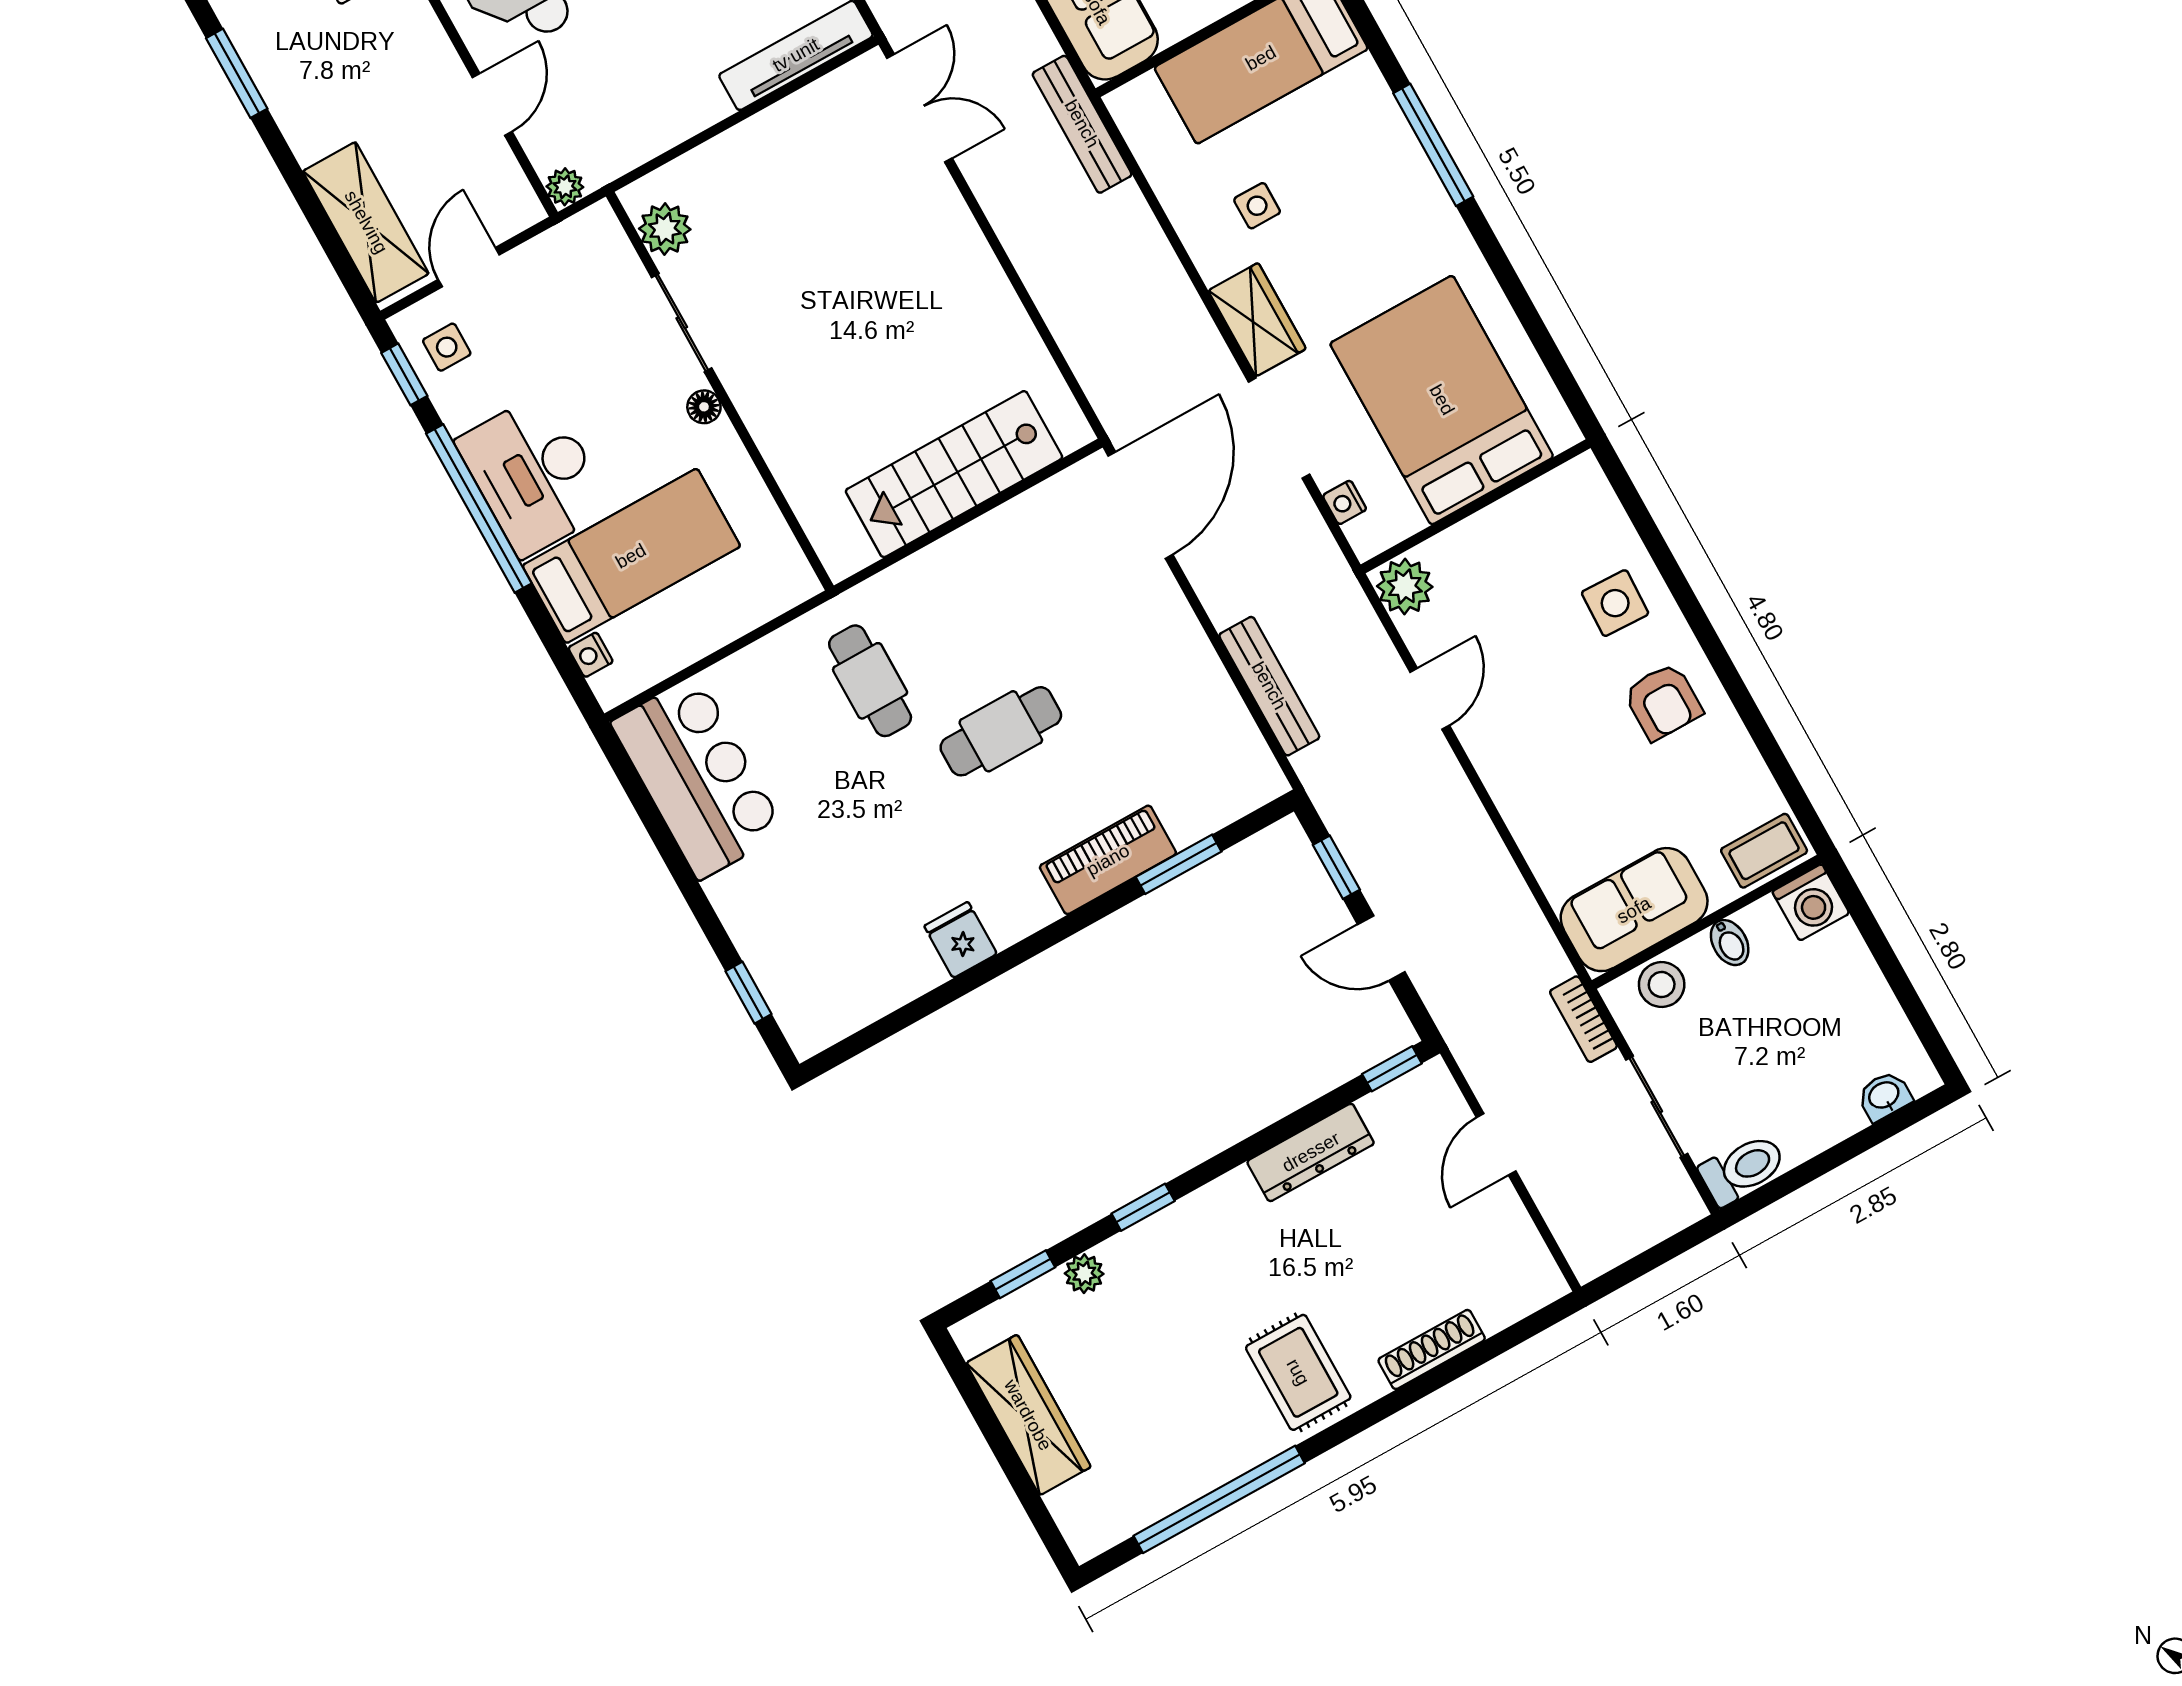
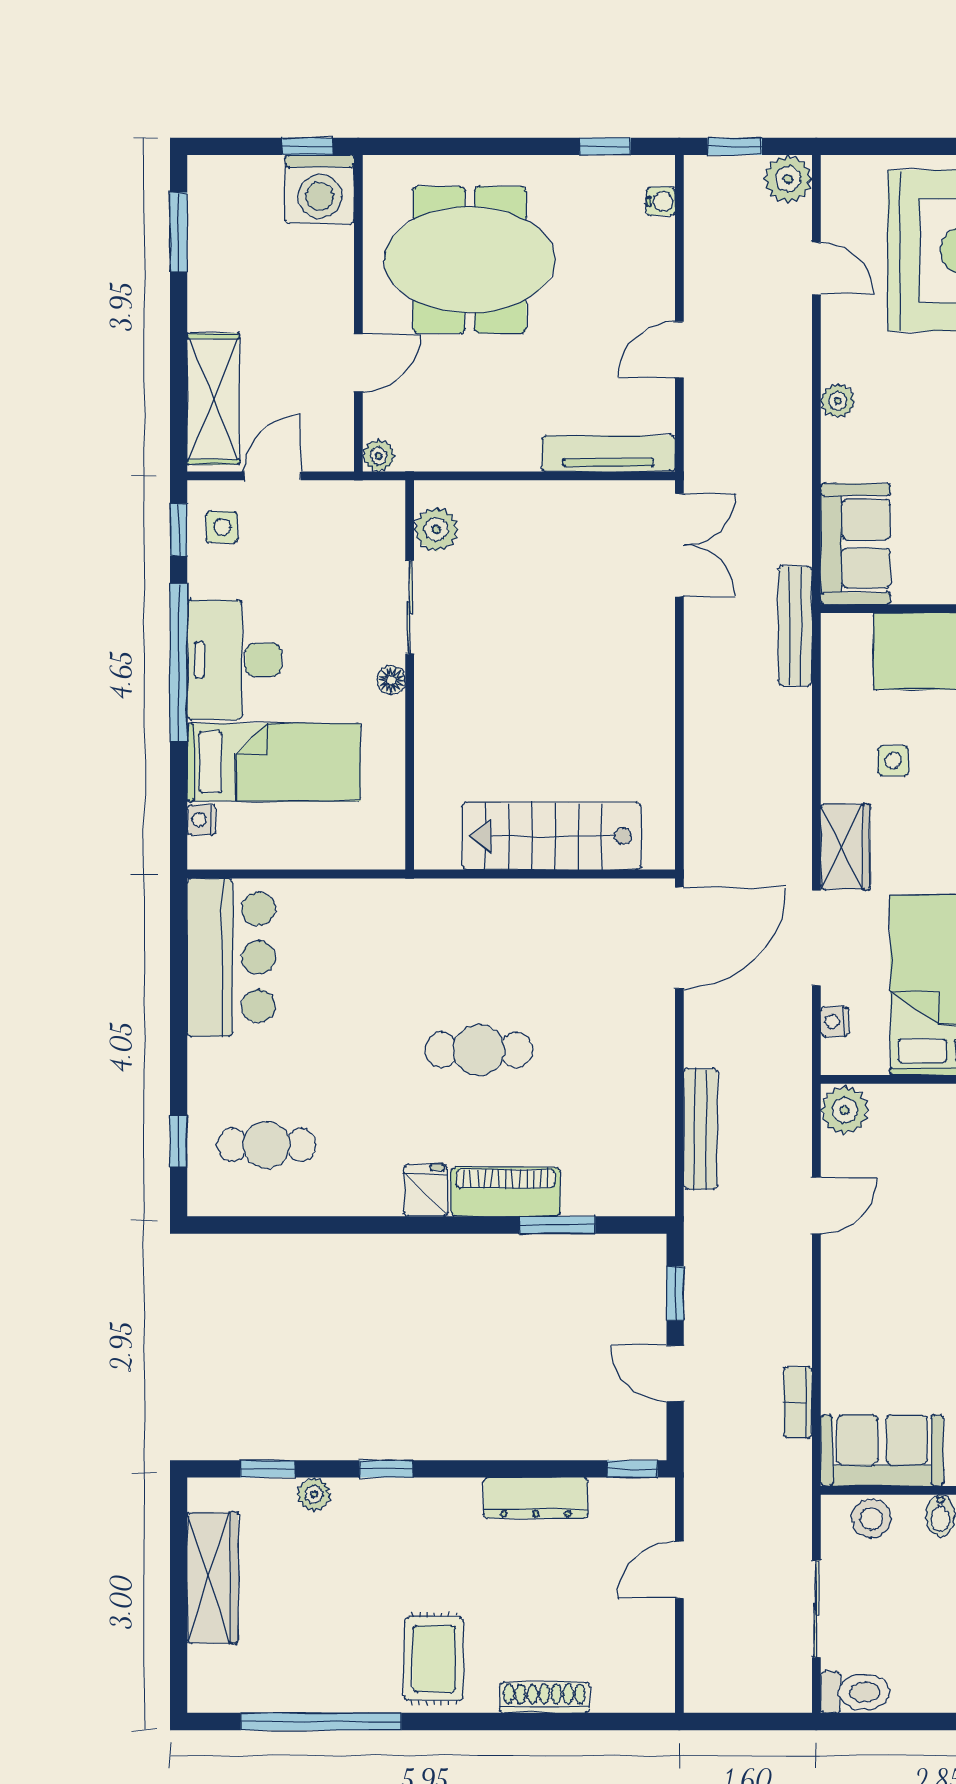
cafe table: (870, 681) -> (266, 1145), moved, turned 90
fridge: (961, 940) -> (426, 1190), moved
bookcase: (1583, 1019) -> (798, 1402), moved

